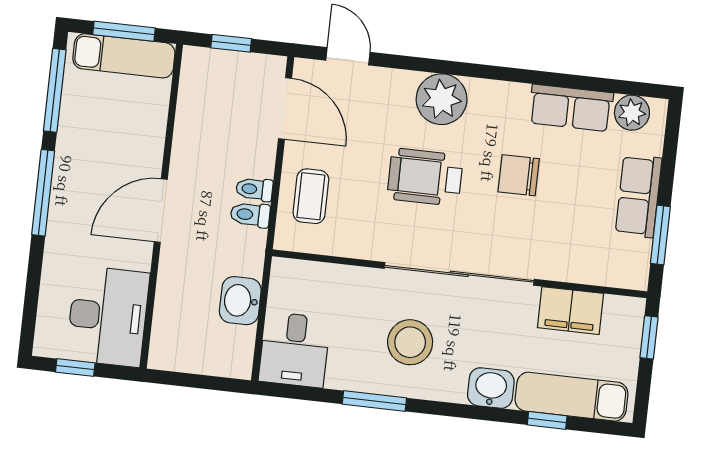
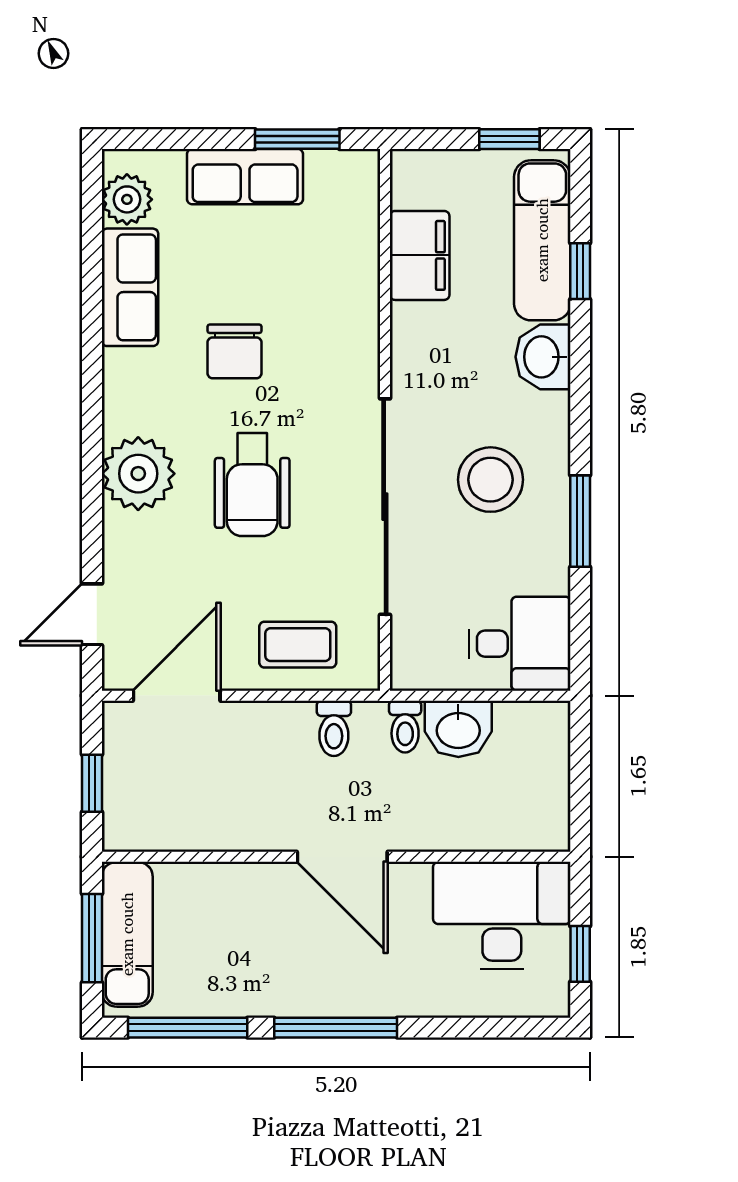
toilet: (254, 189) -> (405, 727), moved
sliding door: (459, 274) -> (385, 507), moved
window: (649, 337) -> (509, 139), moved

